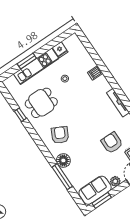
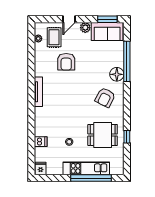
fridge: (60, 50) -> (41, 169), moved
window: (27, 61) -> (91, 178), width x2.11
dishwasher: (95, 73) -> (41, 142), moved
window: (62, 177) -> (127, 61), width x1.46

